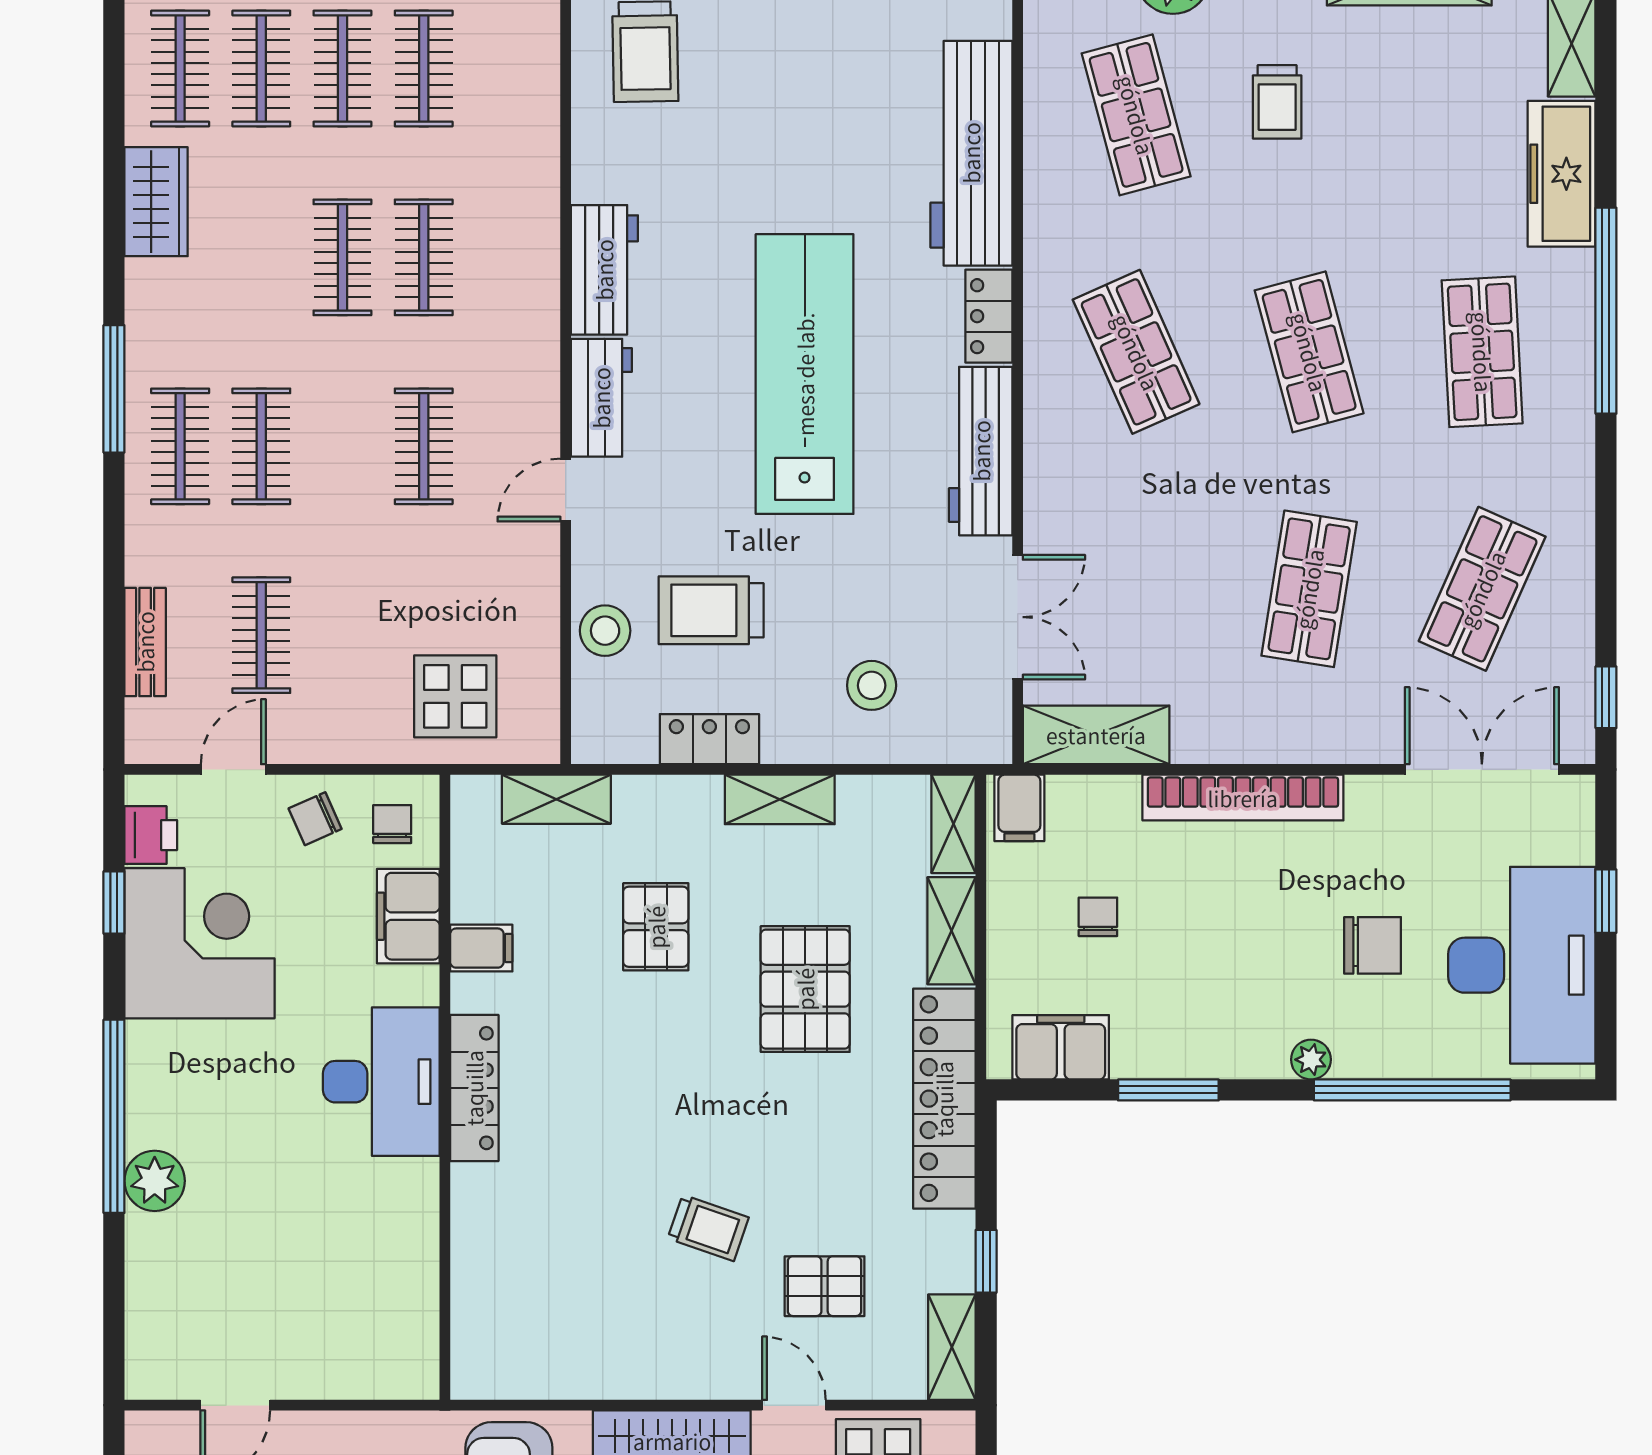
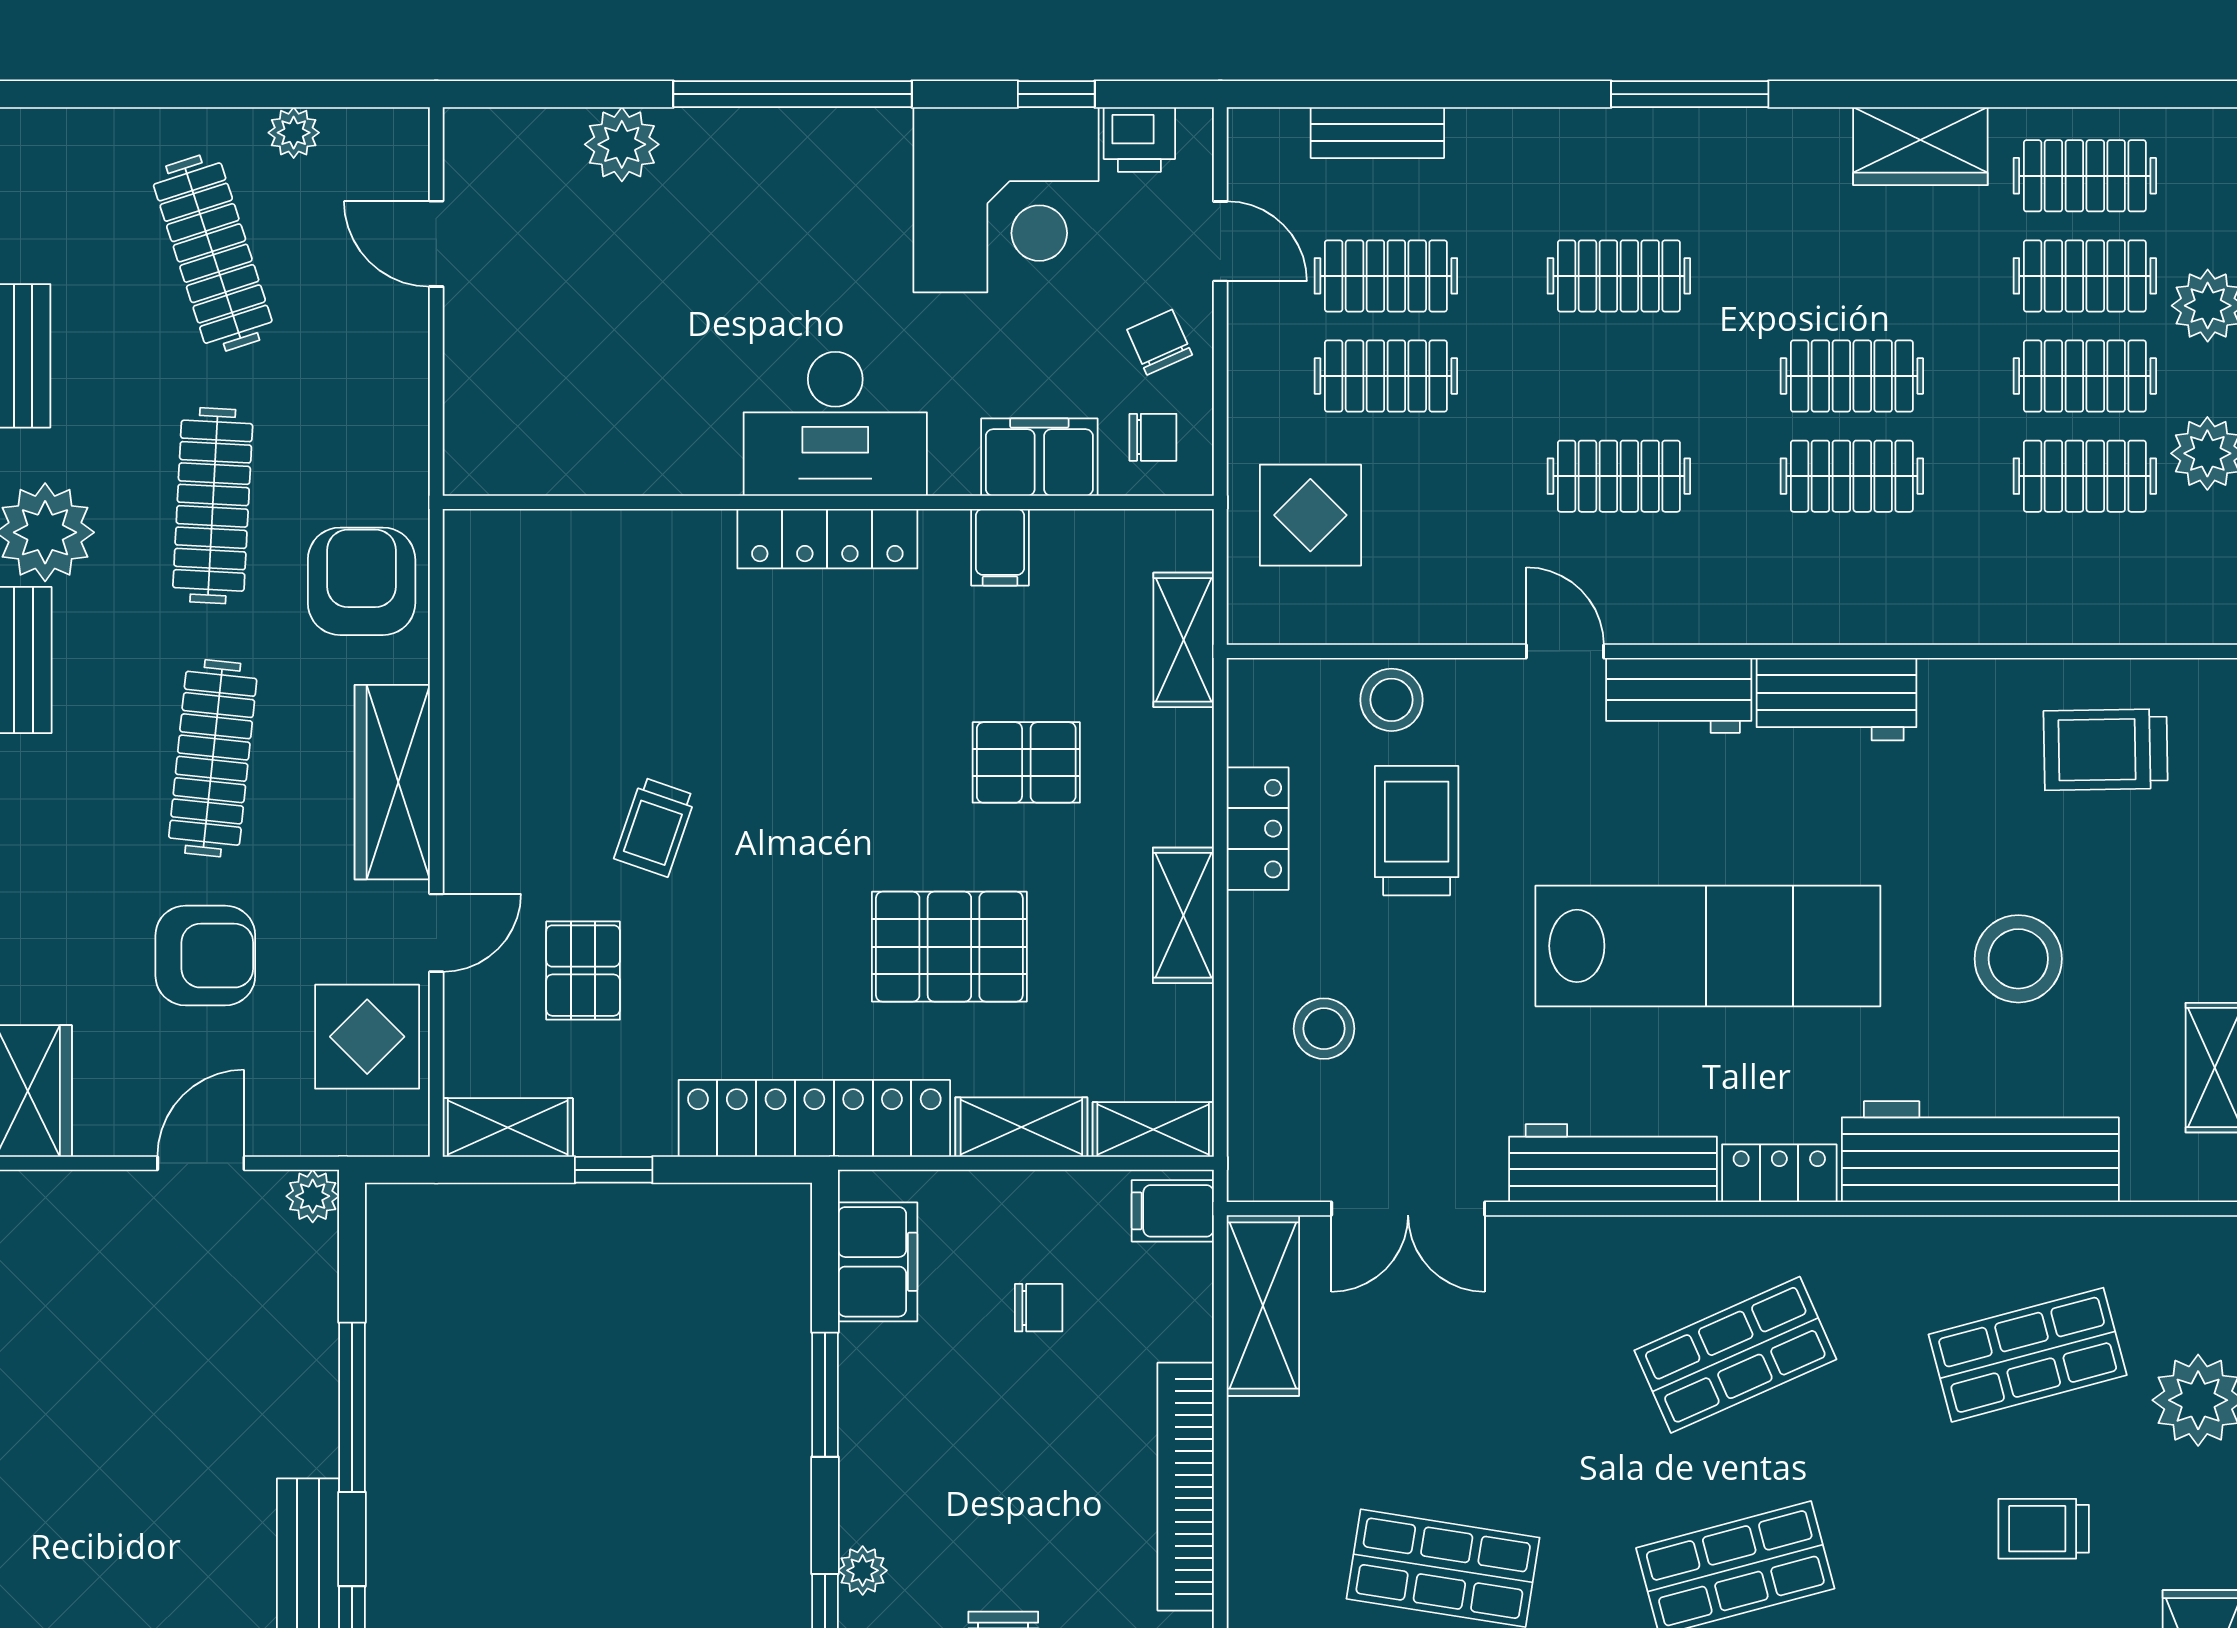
stool: (815, 122) -> (2018, 959), added
clothes rail: (180, 446) -> (1386, 376), moved
plant: (155, 1181) -> (622, 144), moved

